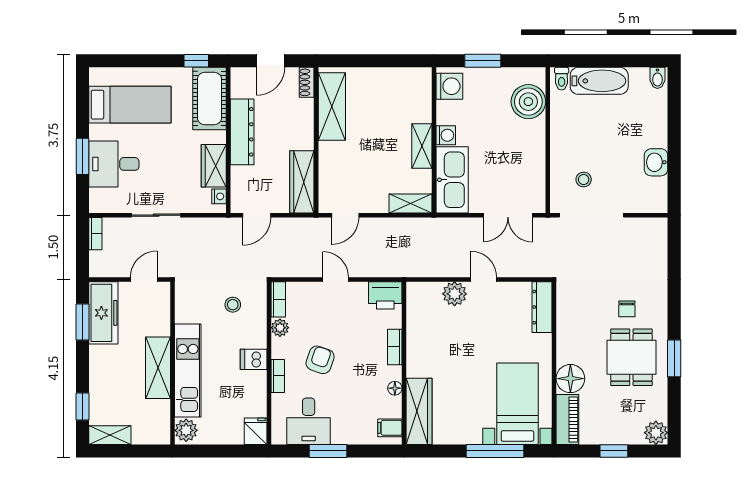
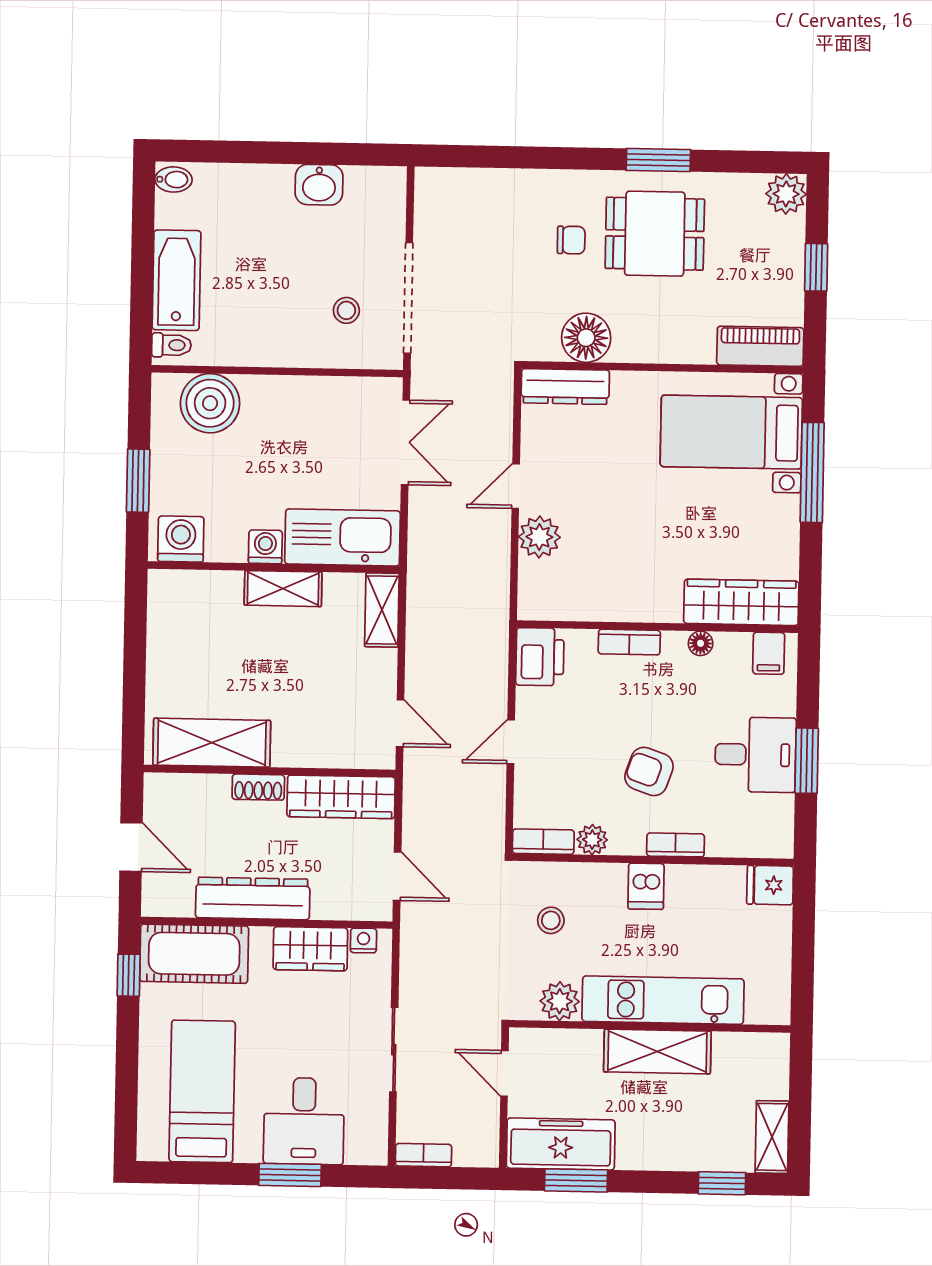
shoe rack: (307, 82) -> (258, 787), moved
floor lamp: (570, 379) -> (586, 338), moved
desk: (309, 421) -> (755, 755), moved
plant: (186, 430) -> (560, 1001), moved

